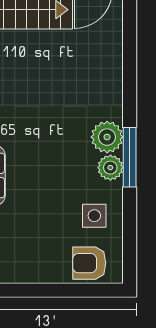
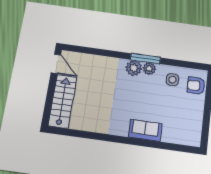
armchair: (89, 263) -> (196, 86), turned 90

